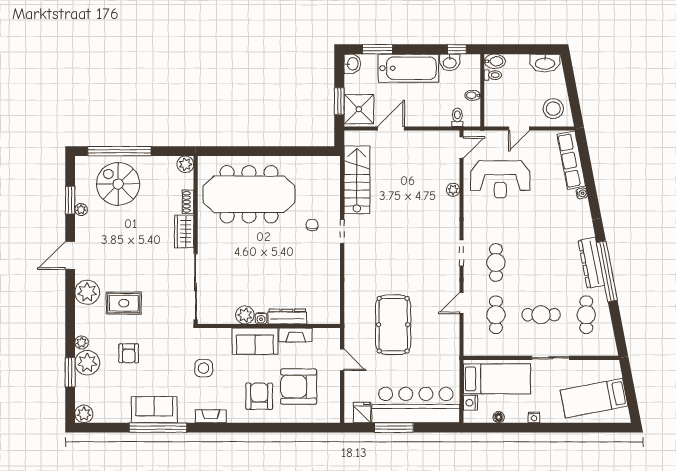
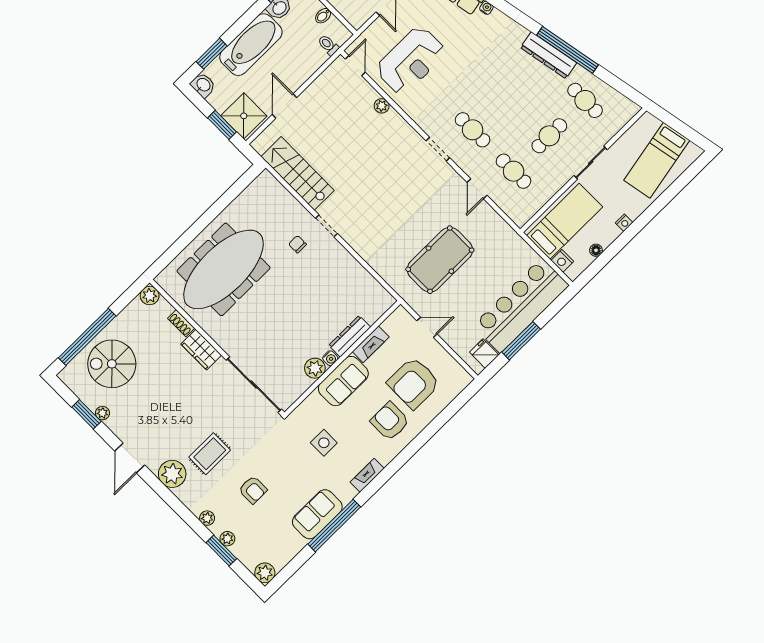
pool table: (393, 325) -> (440, 260), turned 90
plant: (87, 363) -> (227, 539), width x0.53, depth x0.53

